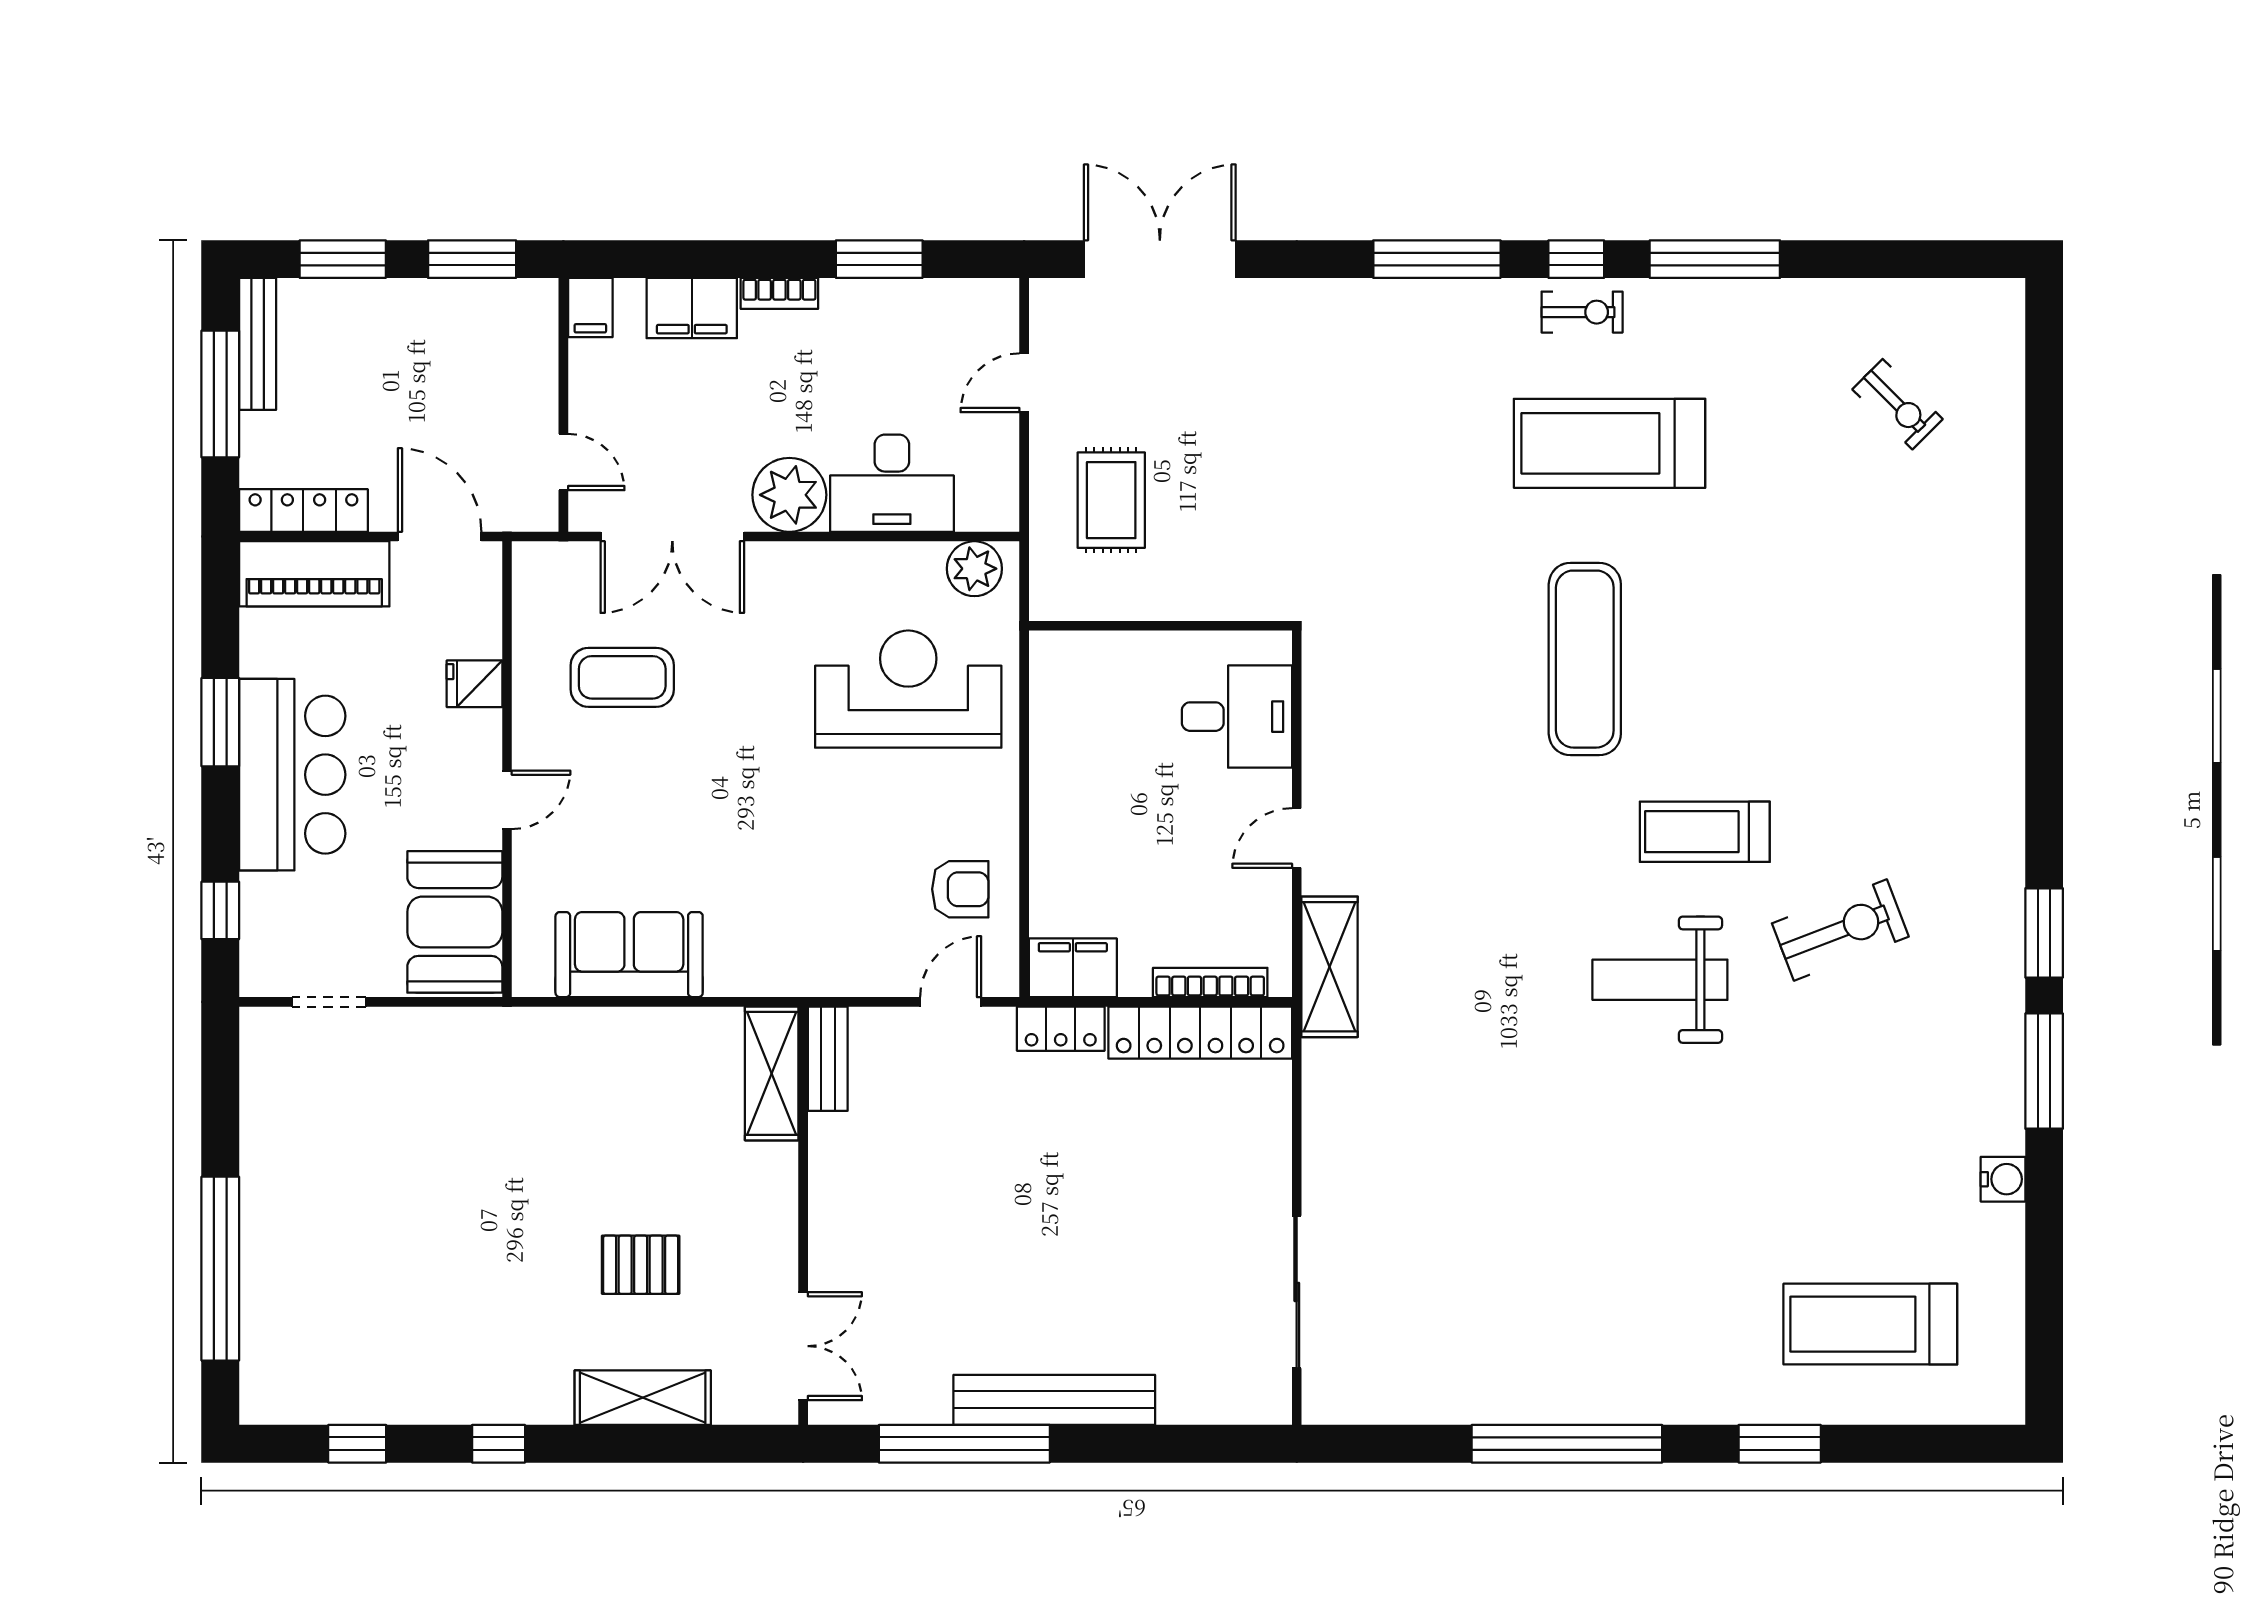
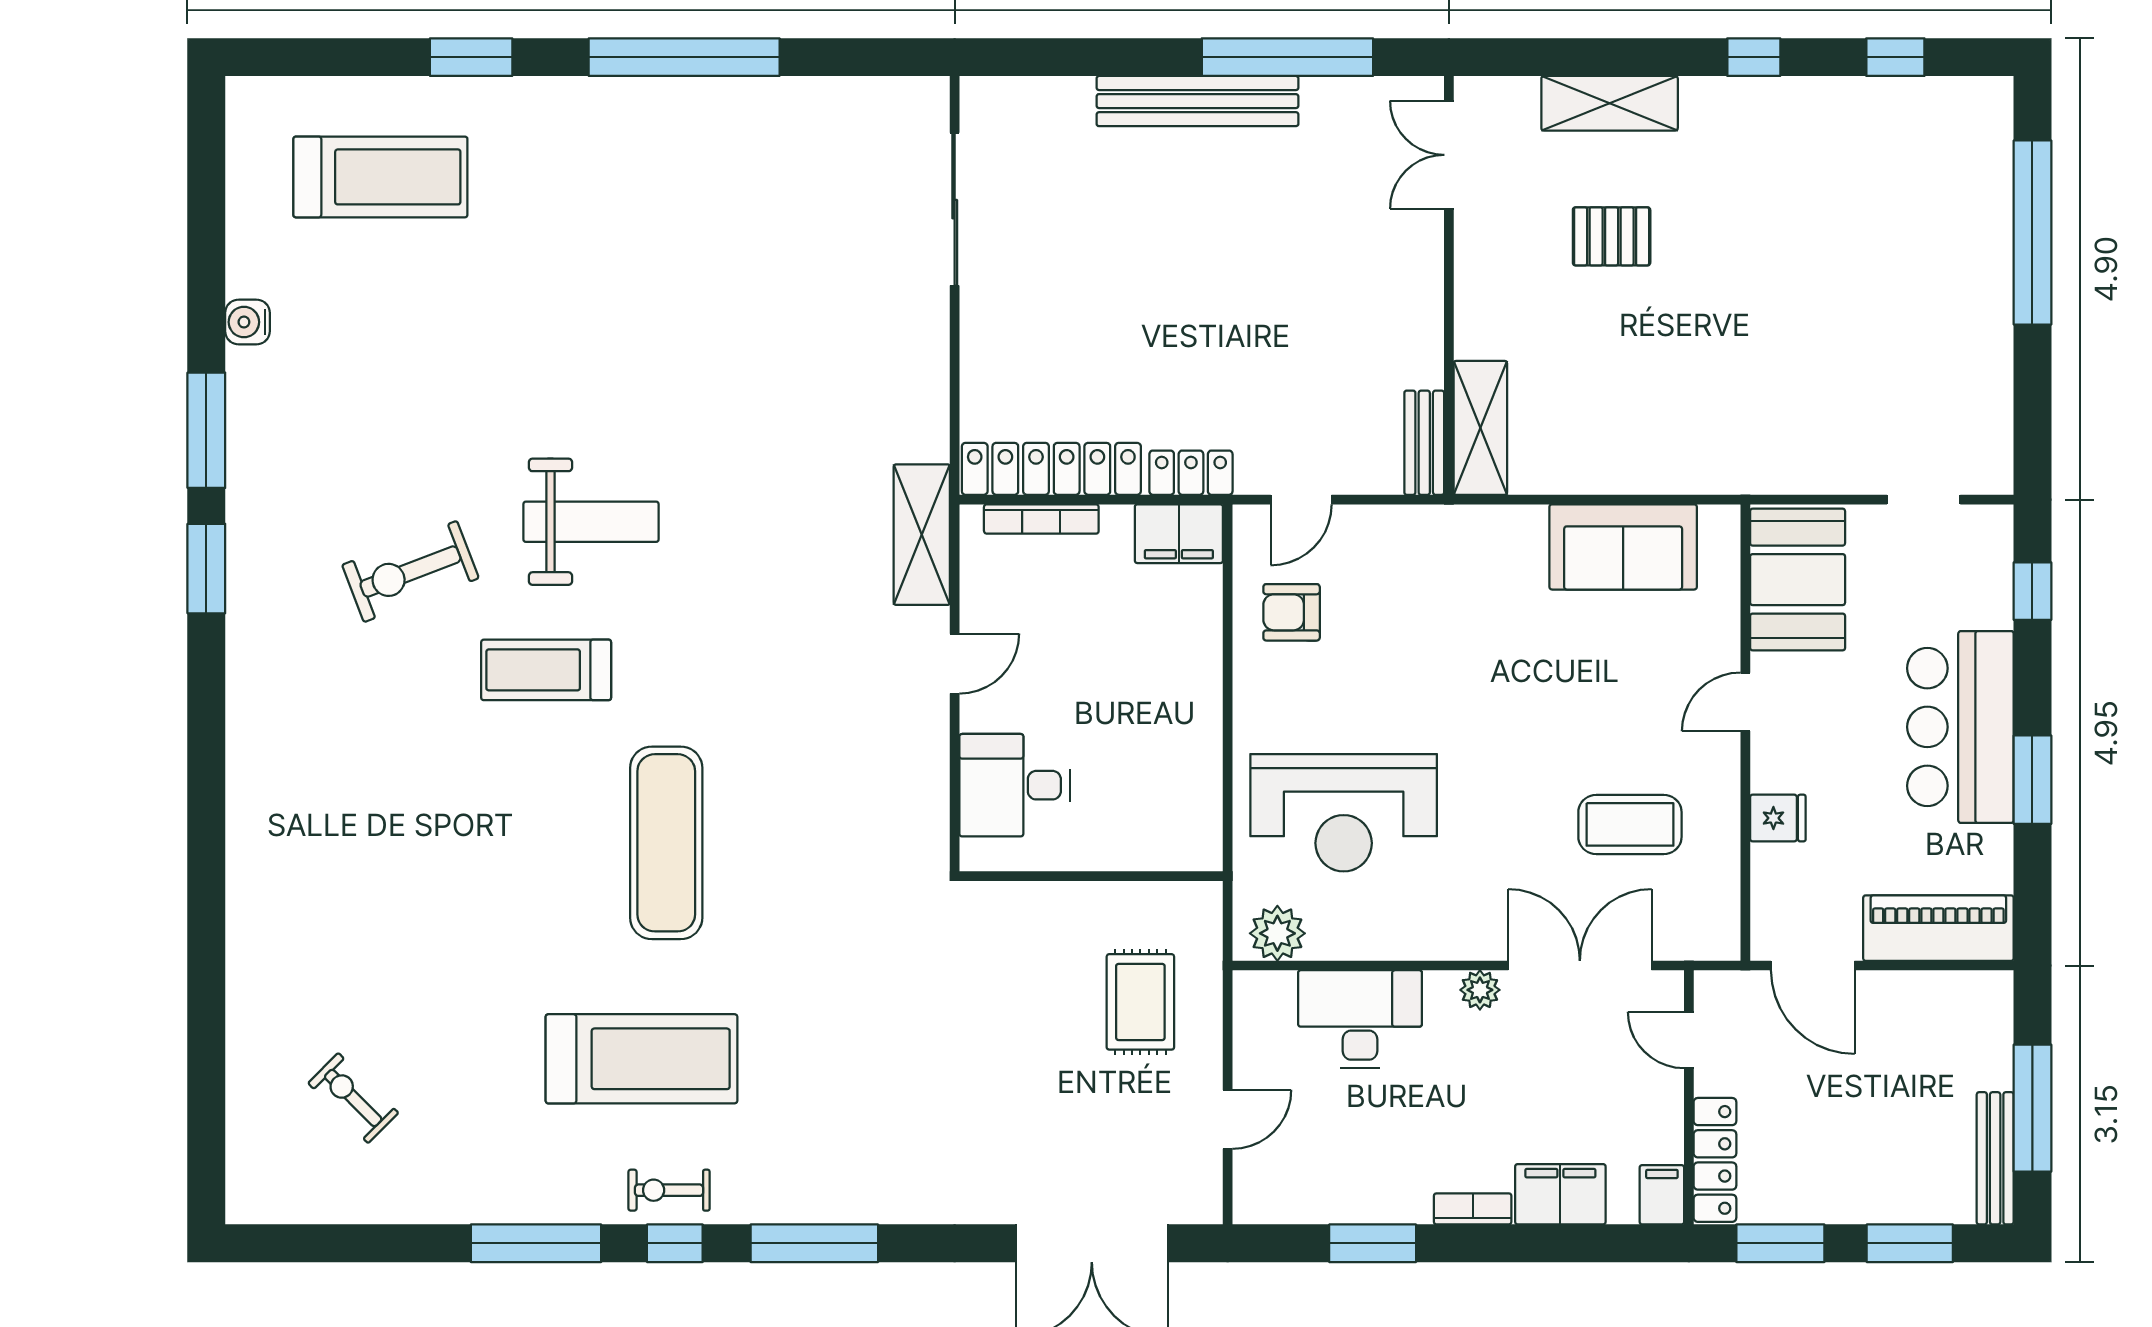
plant: (789, 495) -> (1480, 990), width x0.53, depth x0.53
locker: (303, 510) -> (1715, 1160), moved, turned -90
treadmill: (1705, 832) -> (546, 670), turned 180

